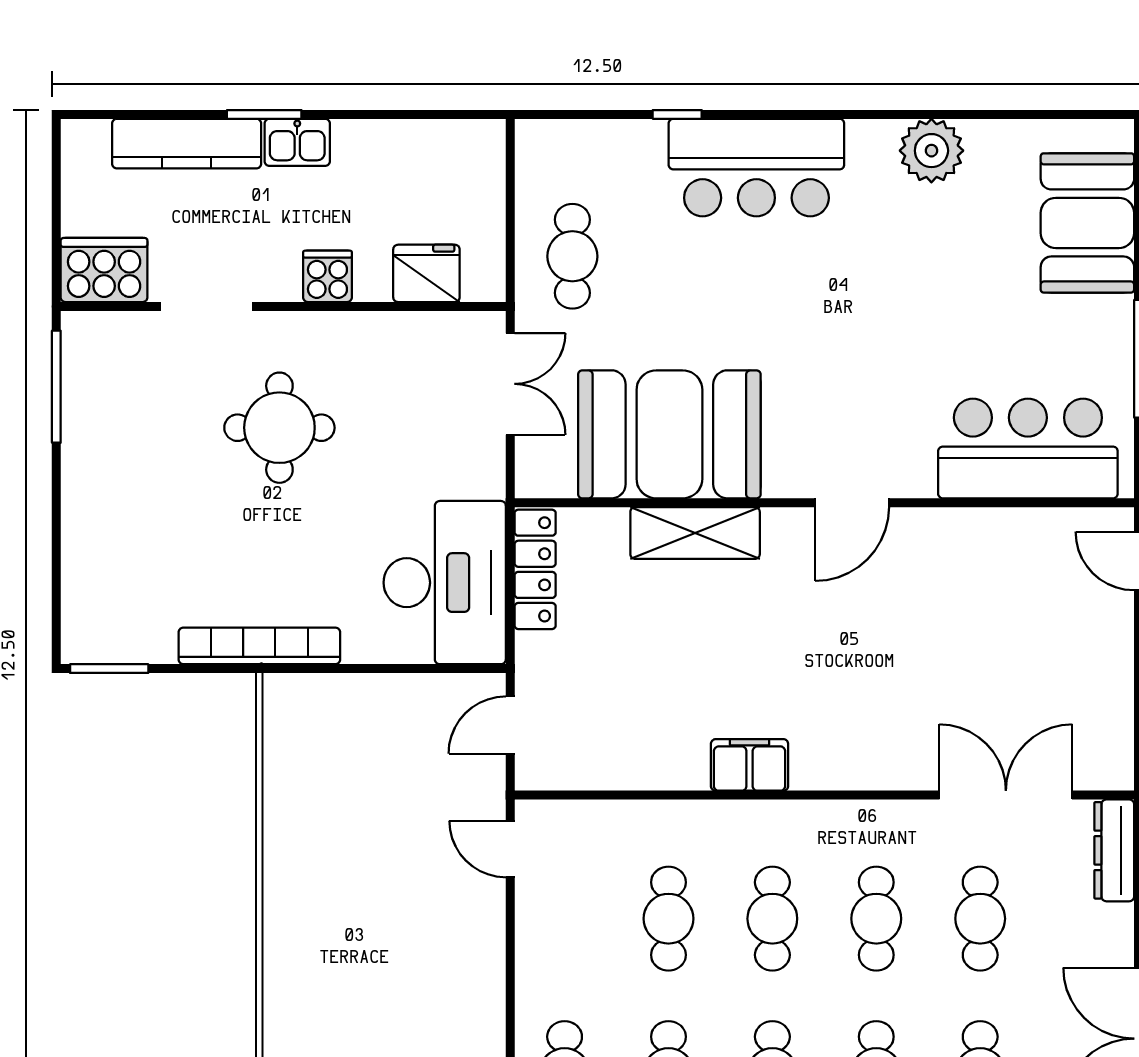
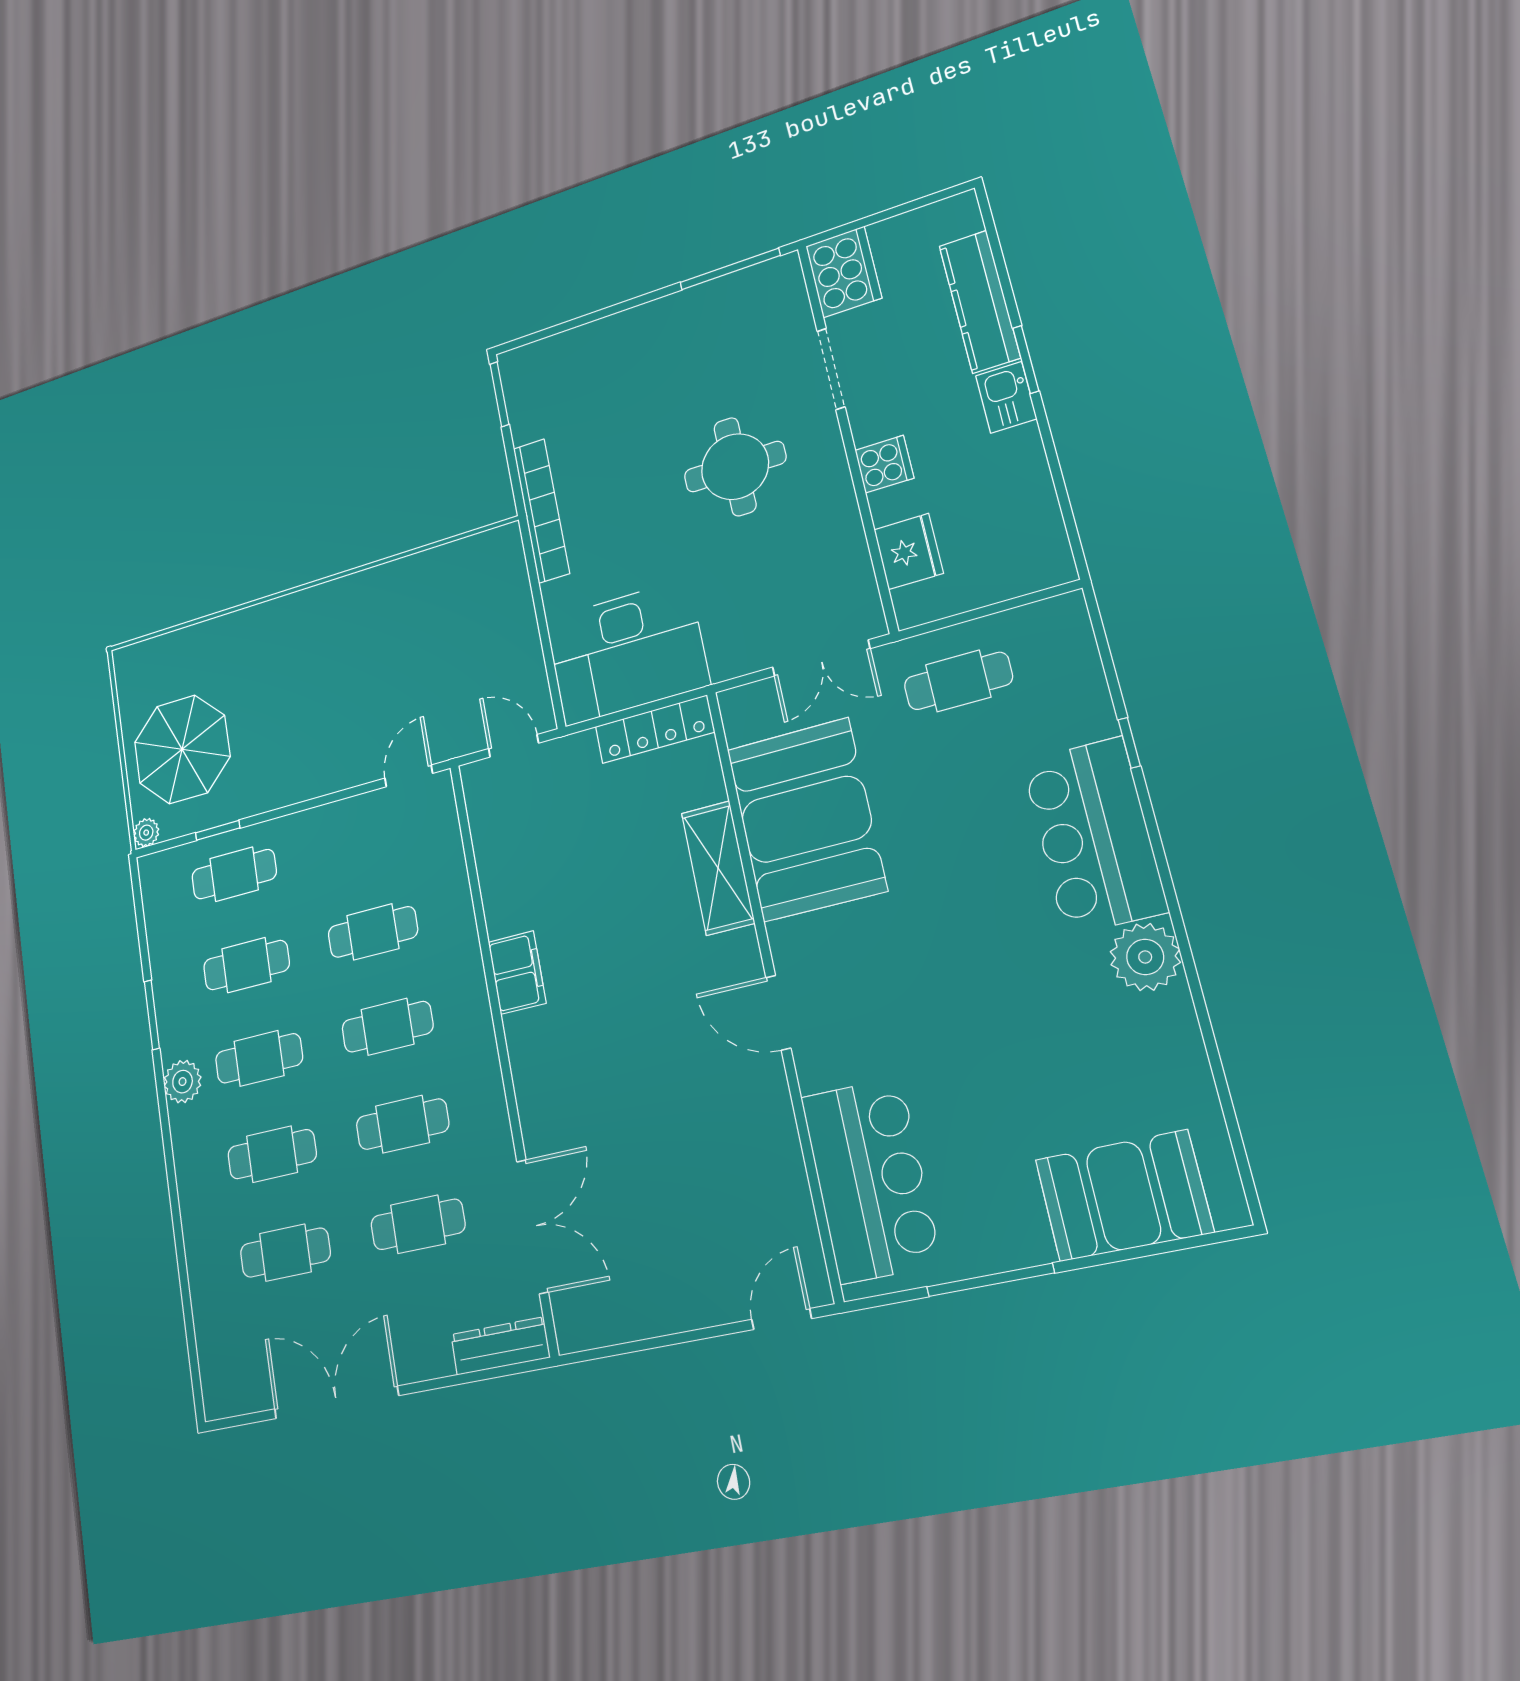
plant: (931, 151) -> (1145, 957), moved

